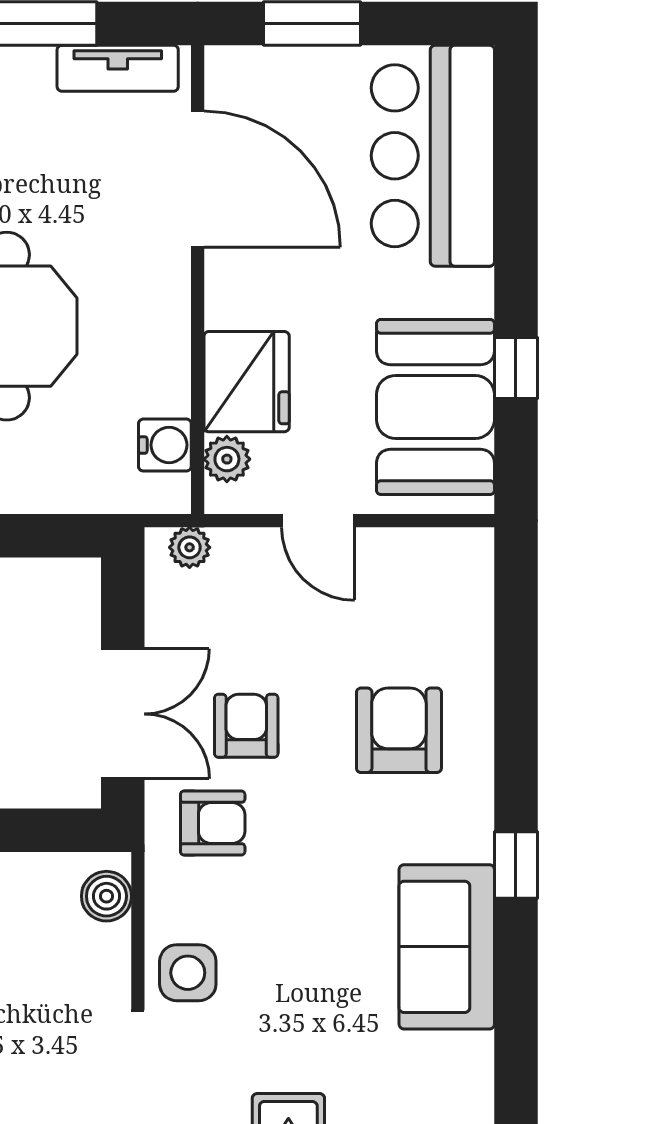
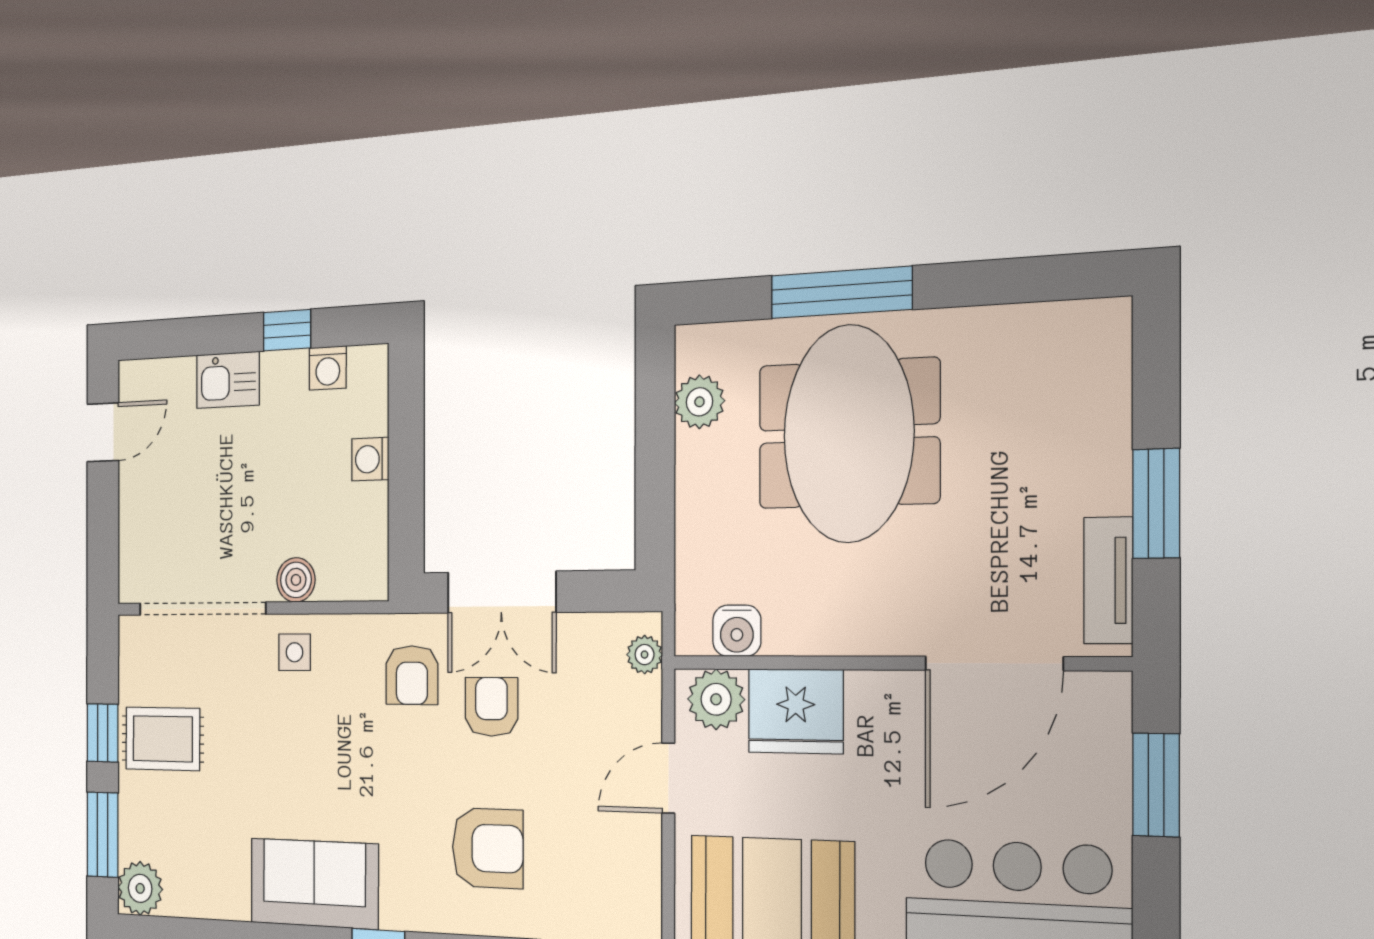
plant: (227, 459) -> (716, 699), width x1.38, depth x1.38
armchair: (246, 726) -> (491, 707), turned -90
boiler: (106, 896) -> (296, 580), moved
side table: (188, 973) -> (295, 652), width x0.73, depth x0.73

